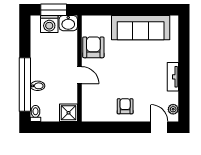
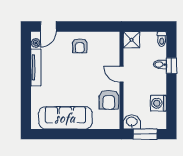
washing machine: (49, 24) -> (158, 103), moved, turned -90
tv unit: (173, 77) -> (36, 67), width x1.41
window: (25, 85) -> (171, 66), width x0.32
door: (159, 127) -> (48, 27), hinge flipped

